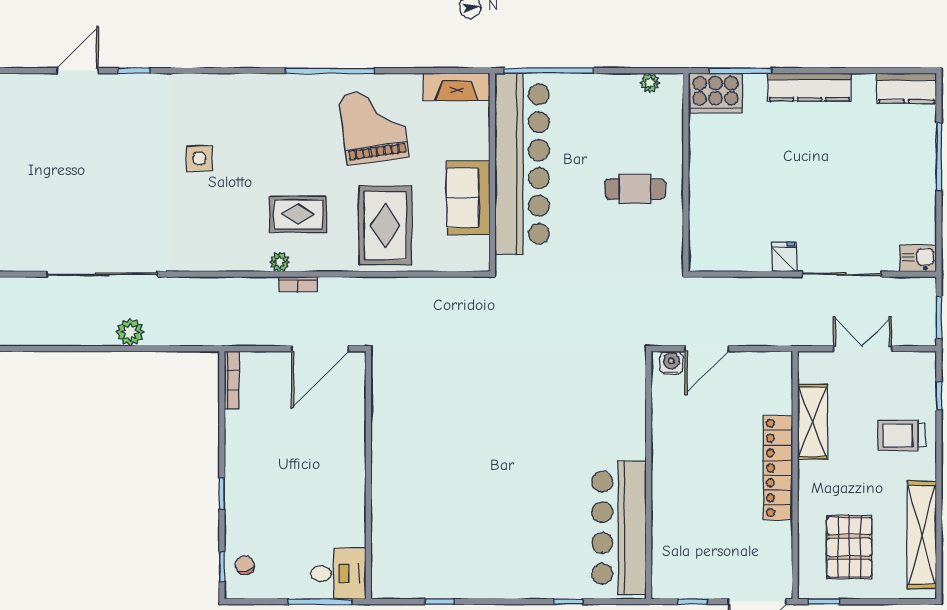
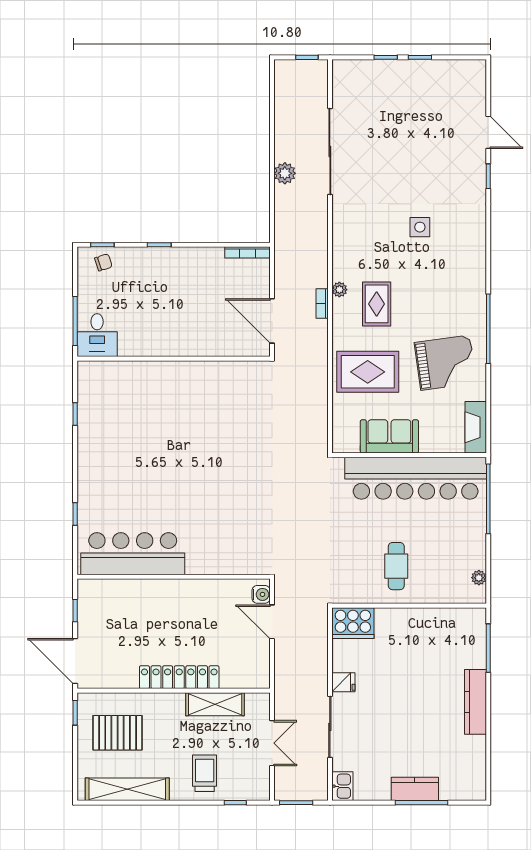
kitchen counter: (906, 88) -> (415, 789), moved, turned 90
cooker: (715, 93) -> (353, 623), moved, turned -90

